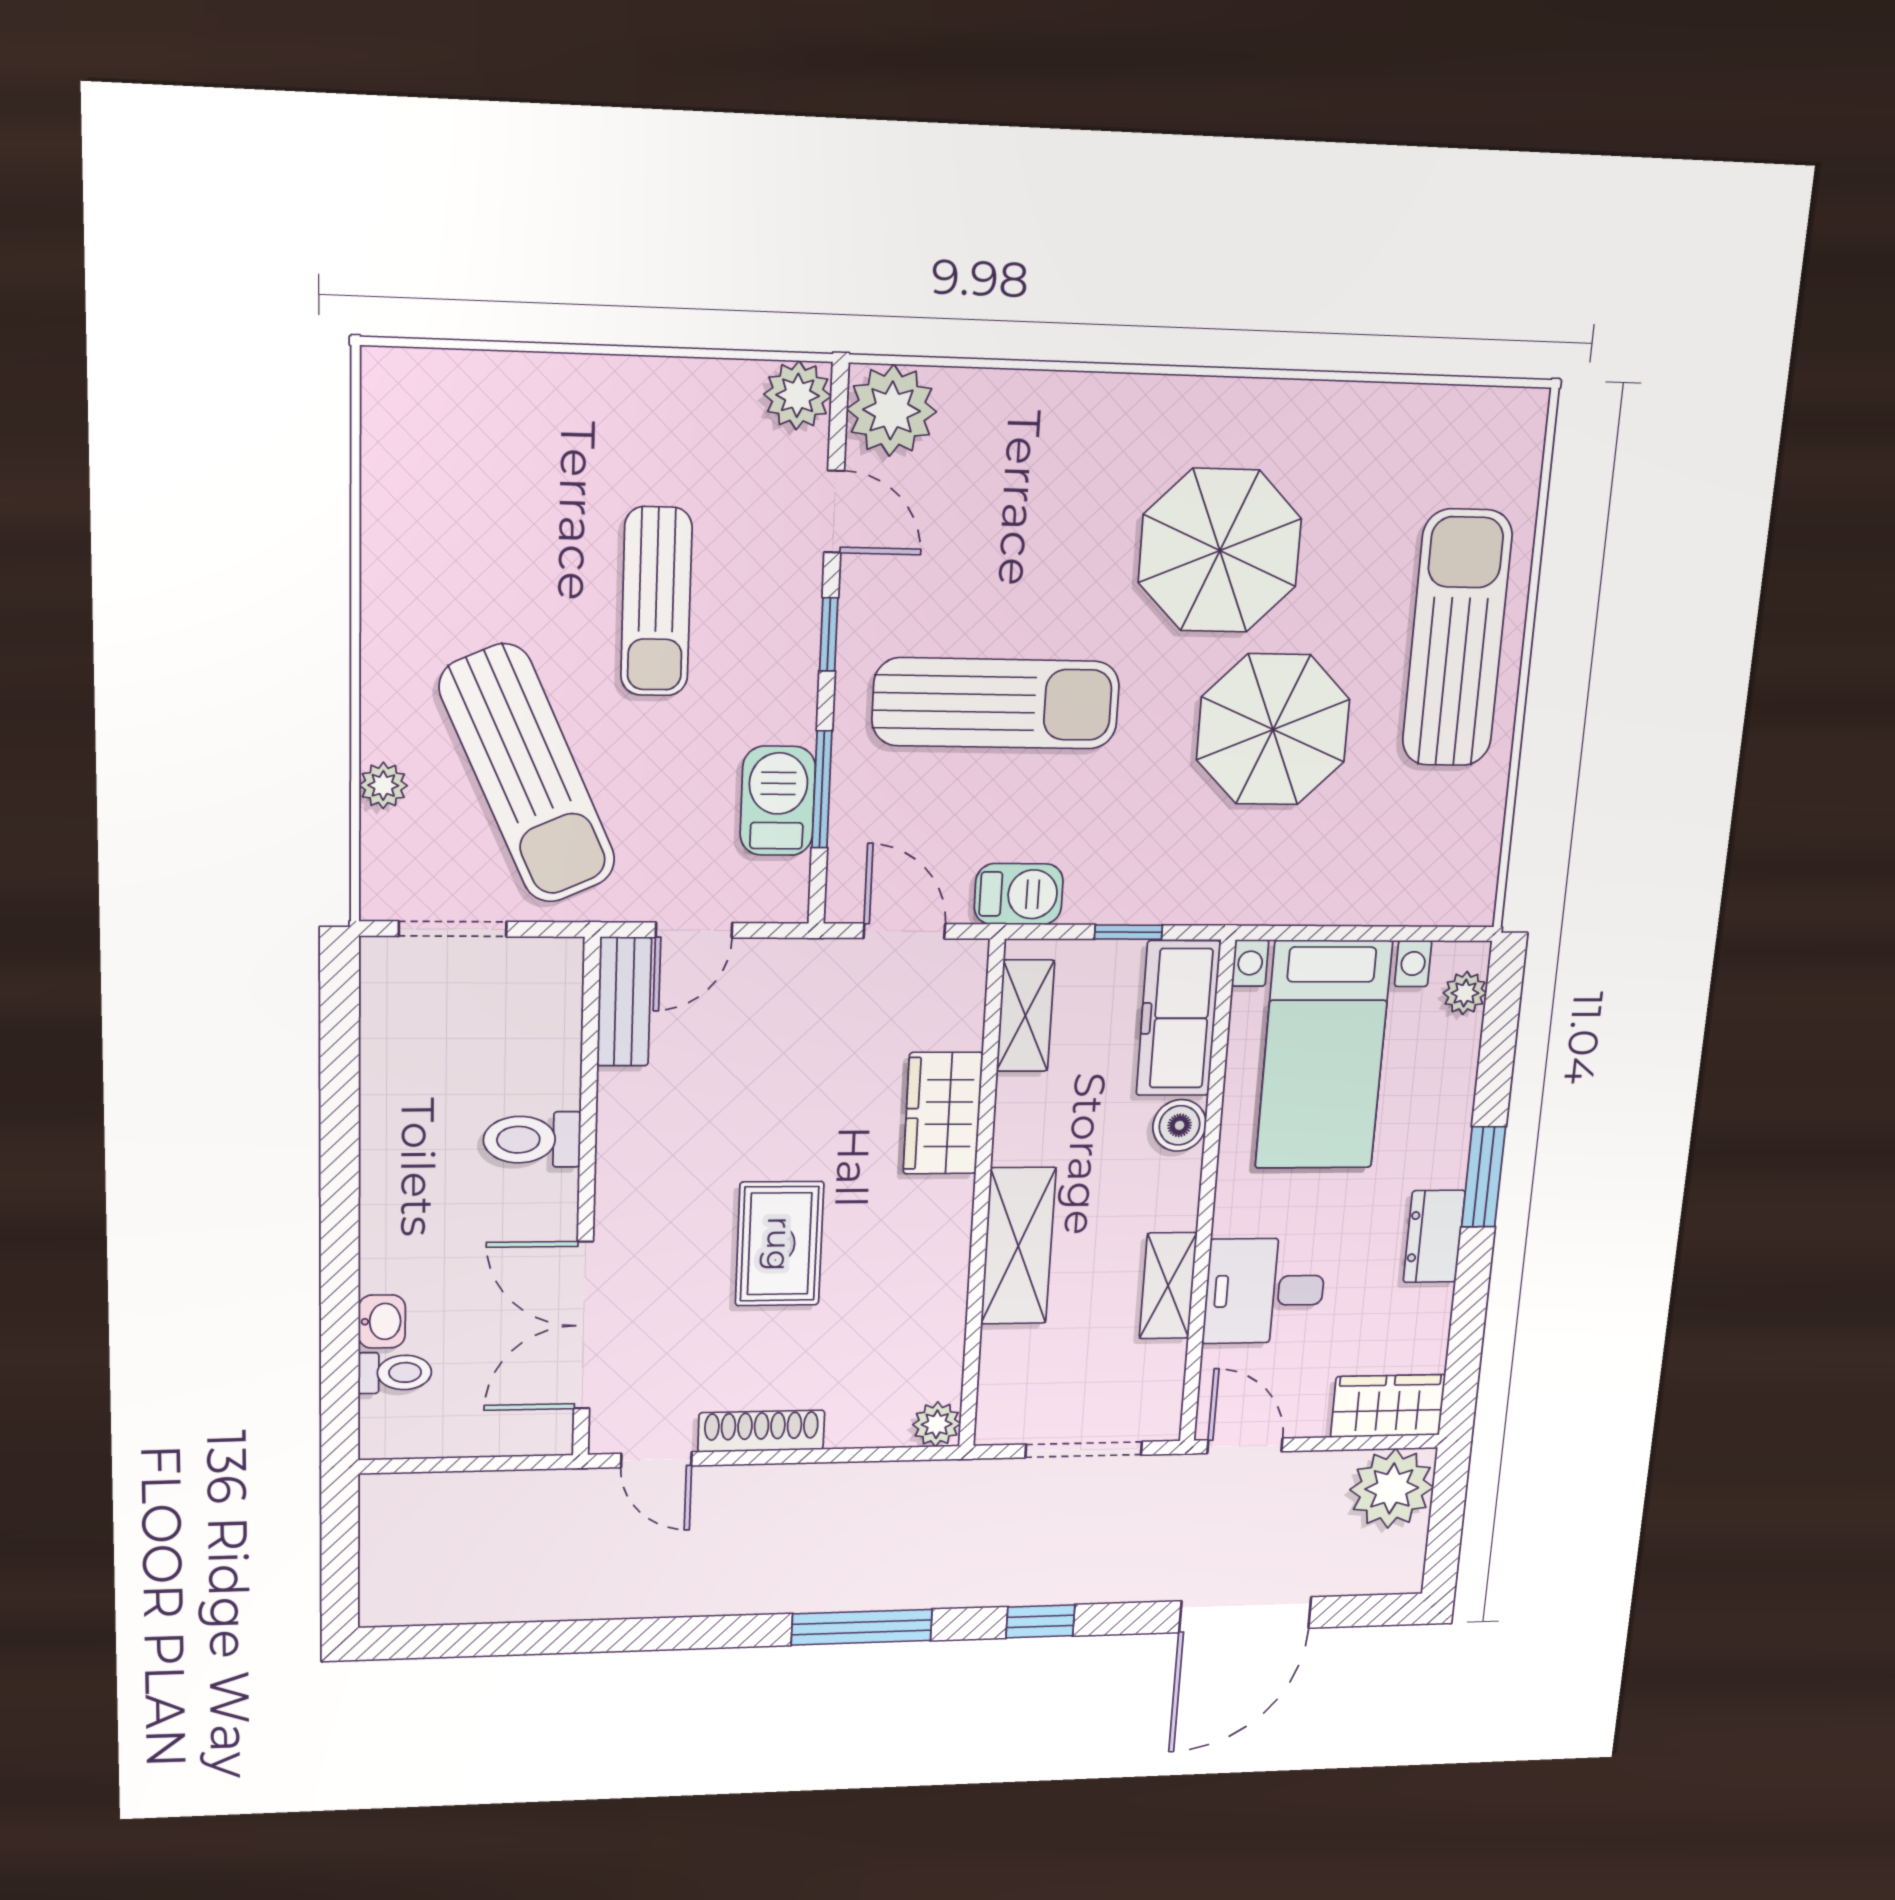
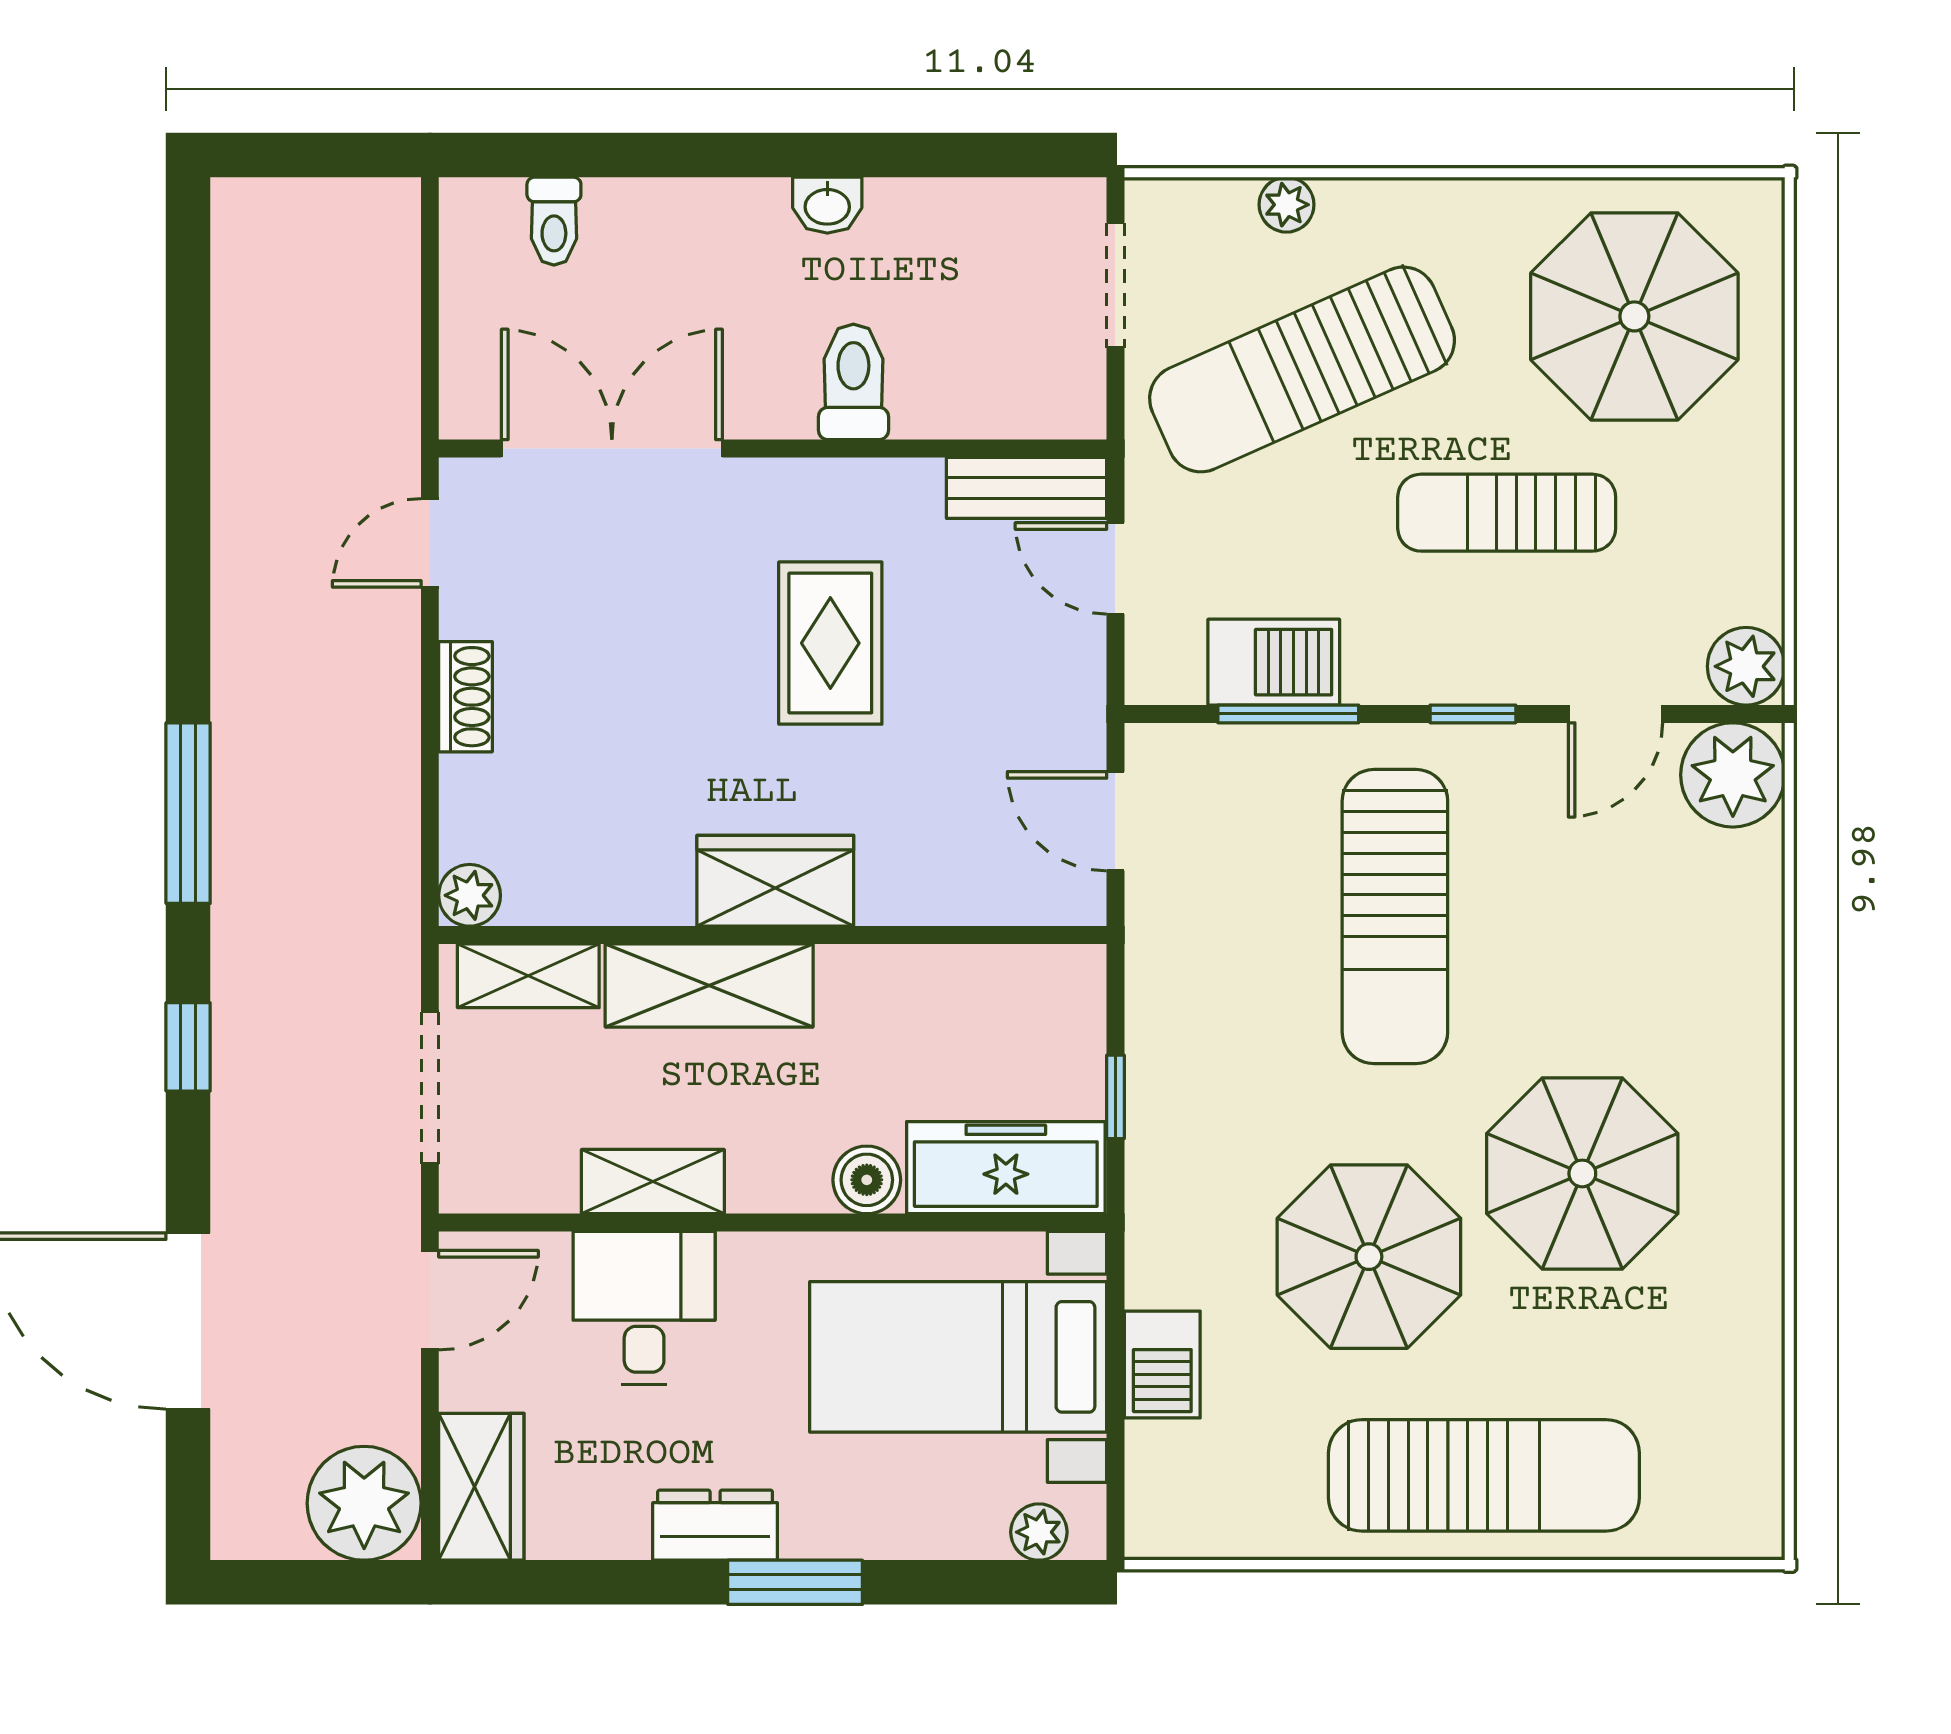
parasol: (485, 485) -> (1634, 316), added
barbecue: (1019, 894) -> (1162, 1365), moved
door: (904, 931) -> (1115, 821), swing flipped
shelving: (1025, 1016) -> (528, 976), moved
wardrobe: (943, 1113) -> (775, 881), moved
rug: (779, 1244) -> (830, 643), moved, turned 90
washbasin: (382, 1321) -> (827, 205), moved
shoe rack: (761, 1431) -> (466, 697), width x0.70

